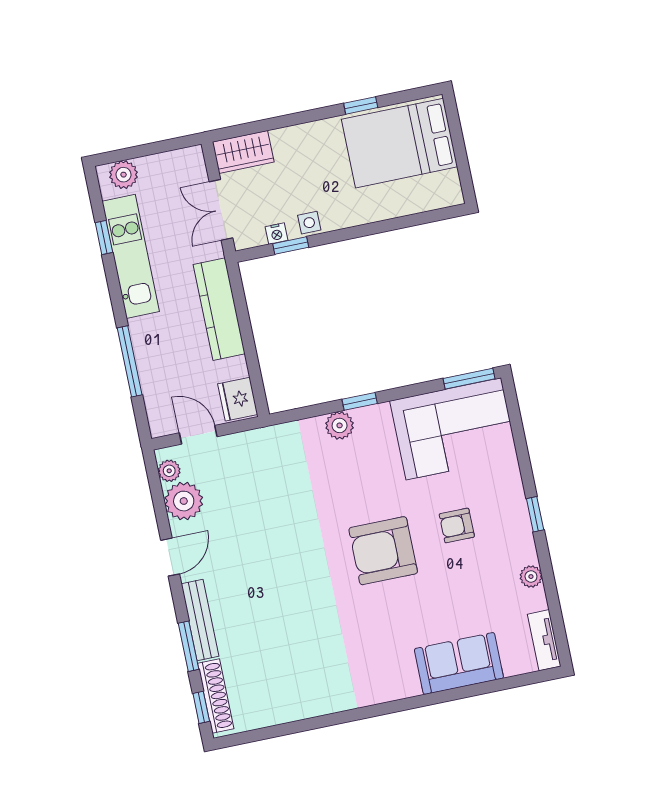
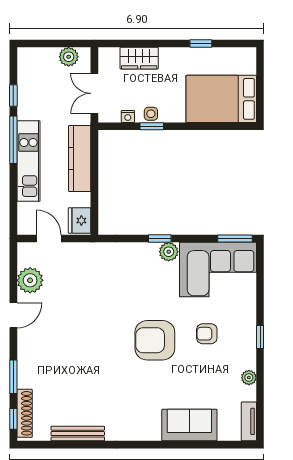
bed: (399, 143) -> (221, 99), moved
wardrobe: (243, 152) -> (139, 58), moved
plant: (124, 175) -> (69, 57), moved
window: (291, 245) -> (152, 126), moved
kitchen unit: (131, 256) -> (28, 161), moved
window: (130, 361) -> (13, 140), moved
plant: (340, 425) -> (169, 252), moved
plant: (169, 471) -> (25, 258), removed
bench: (200, 620) -> (78, 434), moved, turned 90

